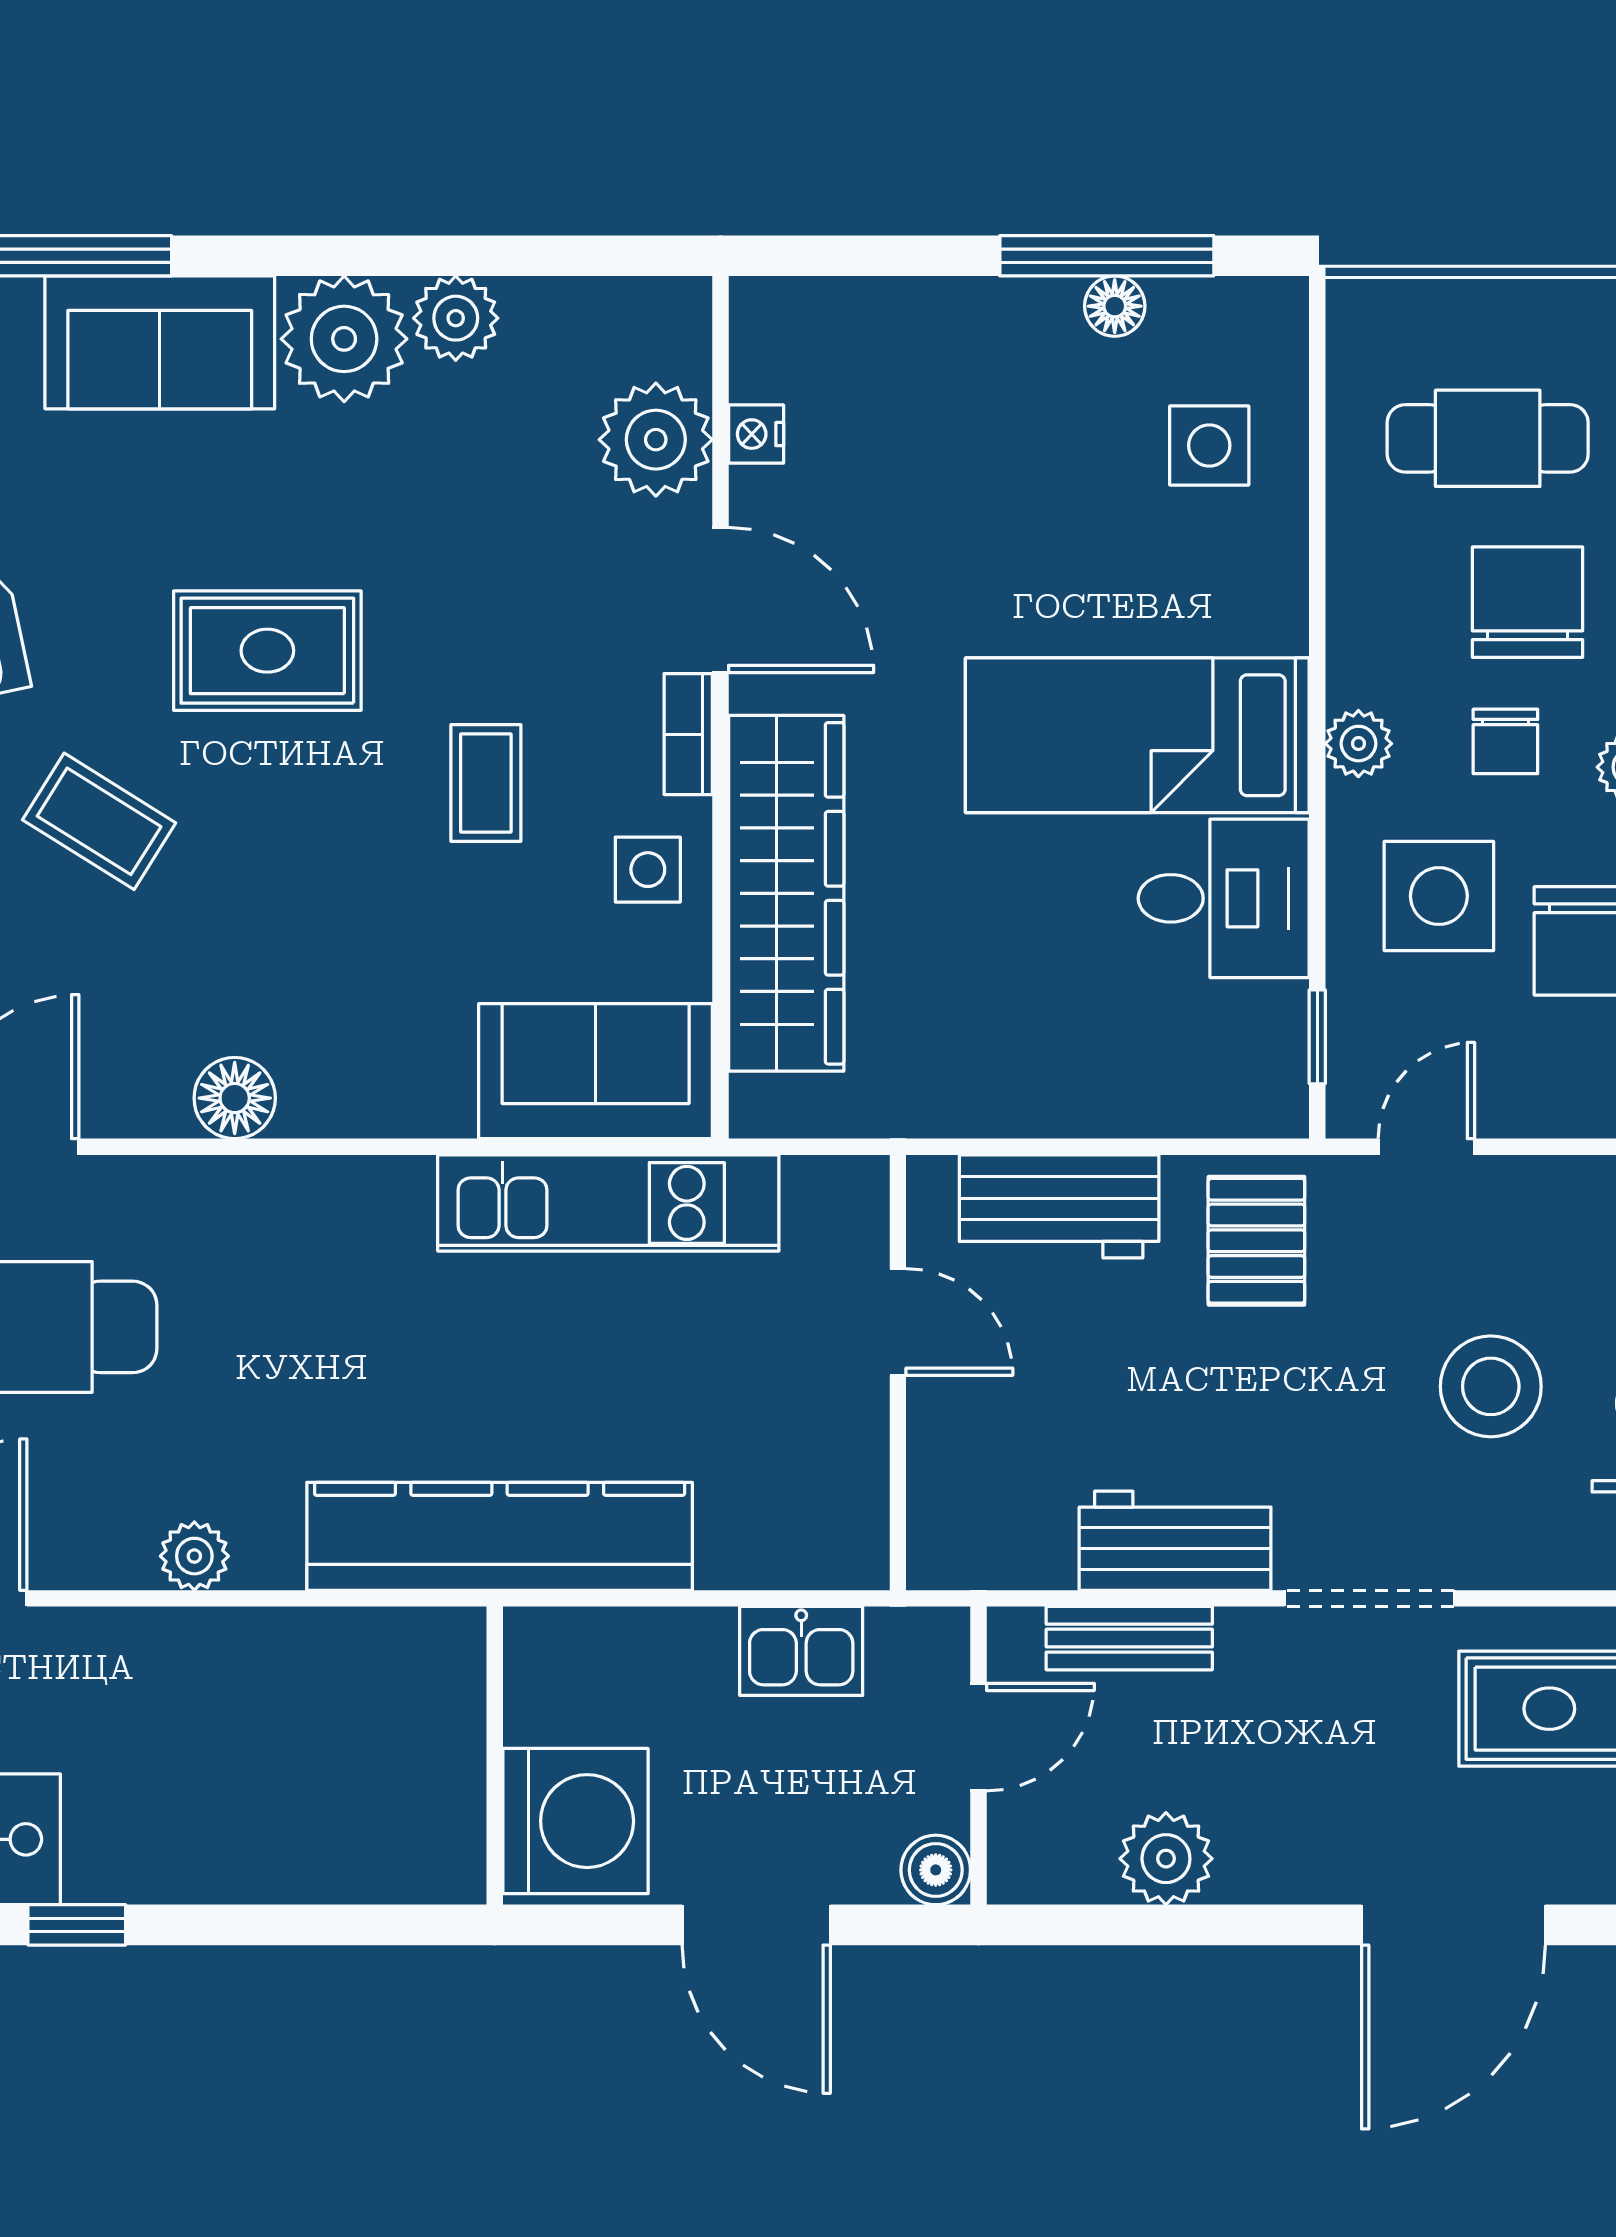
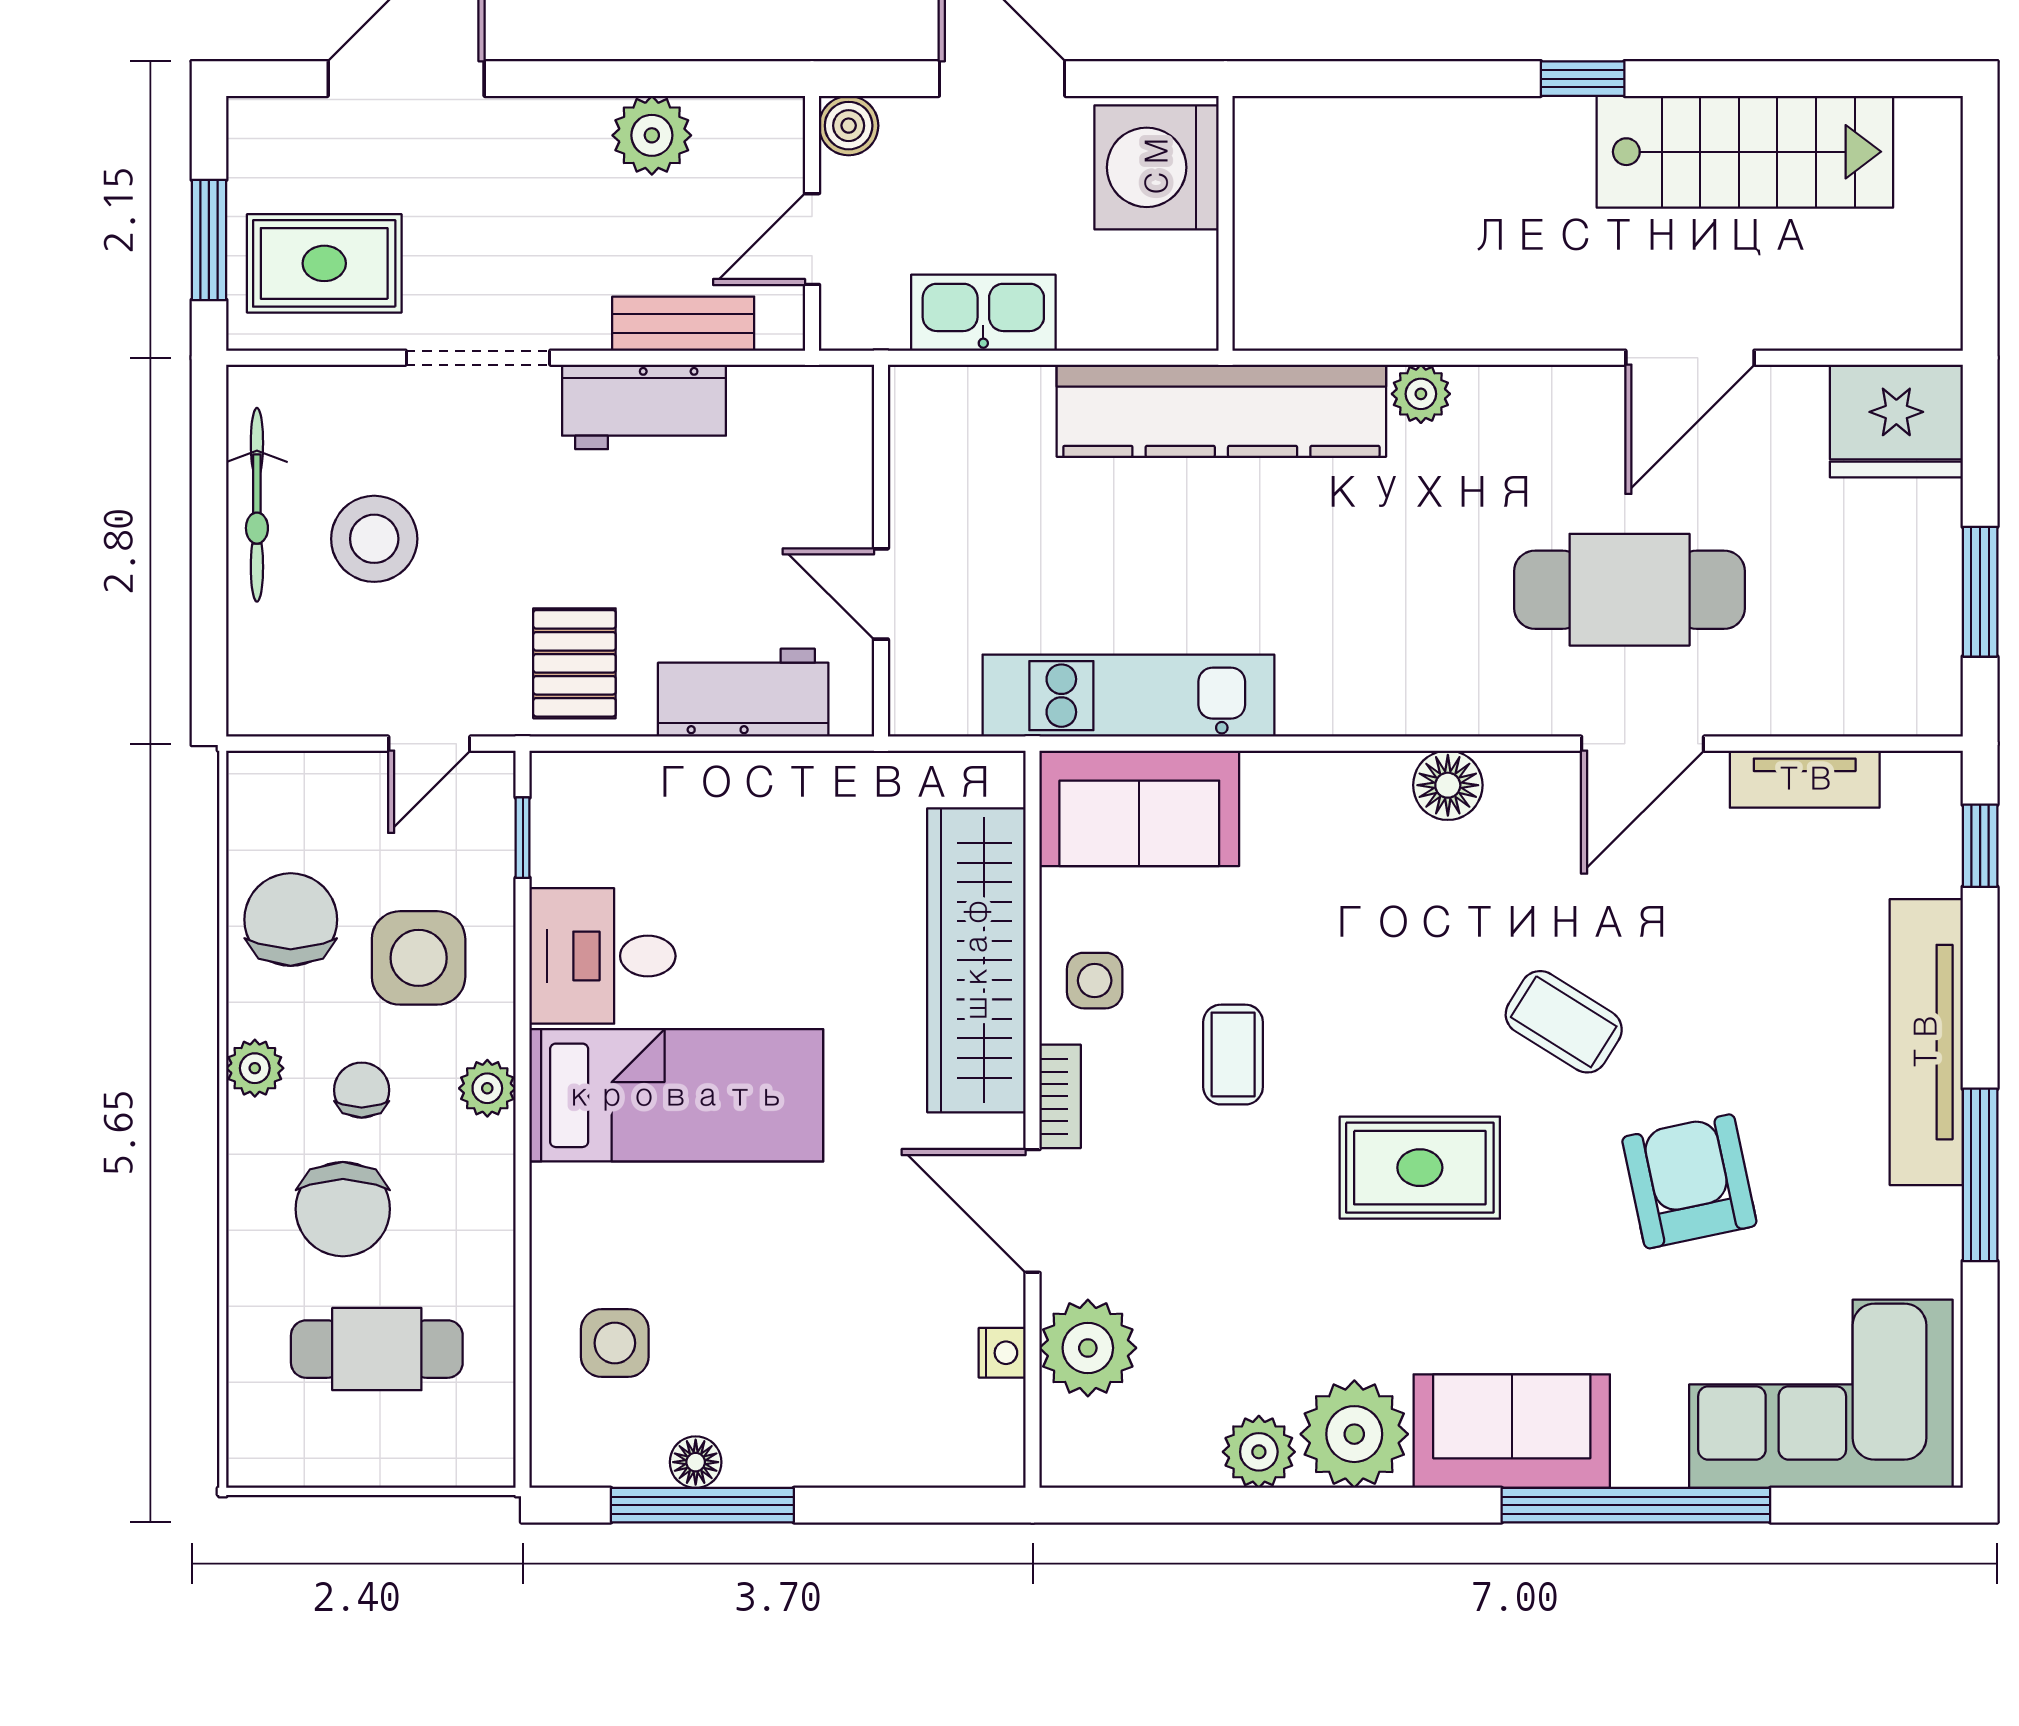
plant: (194, 1556) -> (1421, 394), moved
kitchen sink: (801, 1651) -> (983, 313), width x1.38

